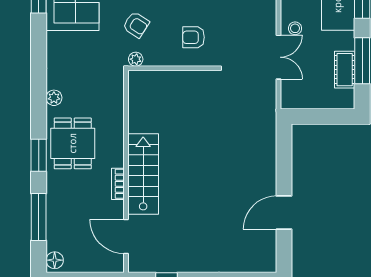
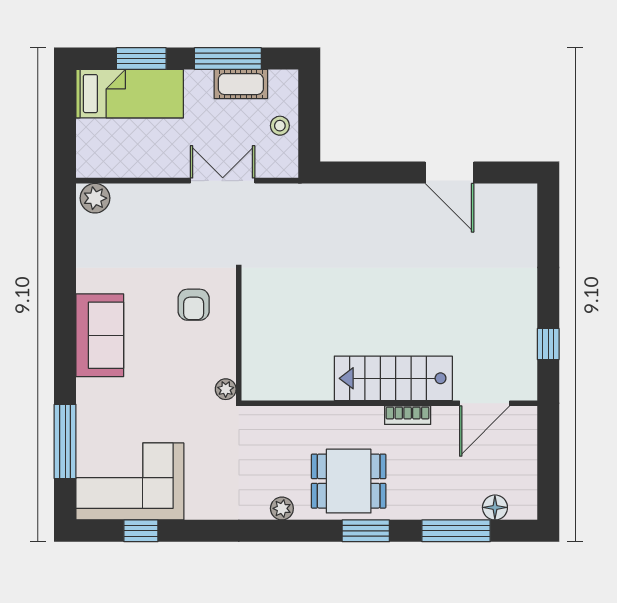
armchair: (136, 25) -> (175, 389), removed
stool: (295, 28) -> (280, 126), moved
floor lamp: (55, 260) -> (495, 507), moved

